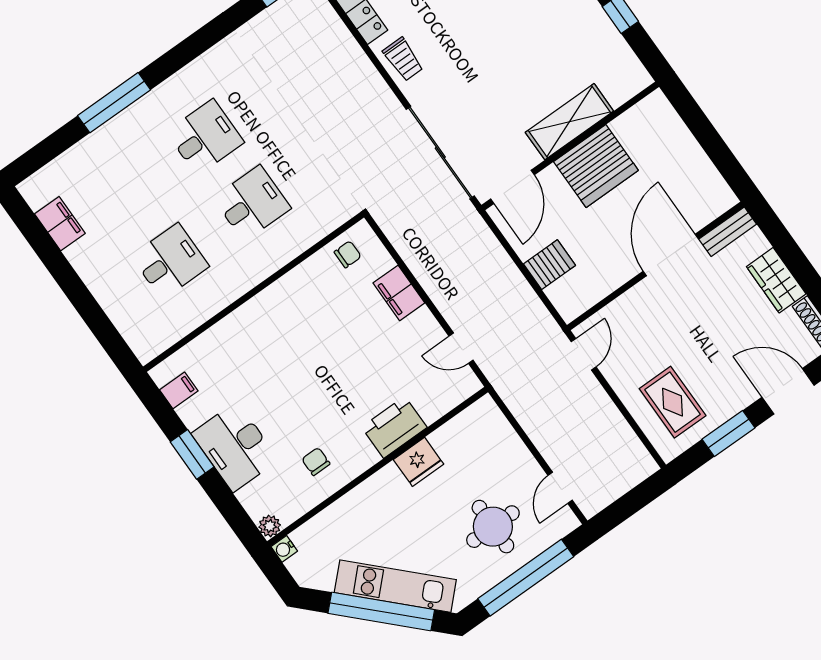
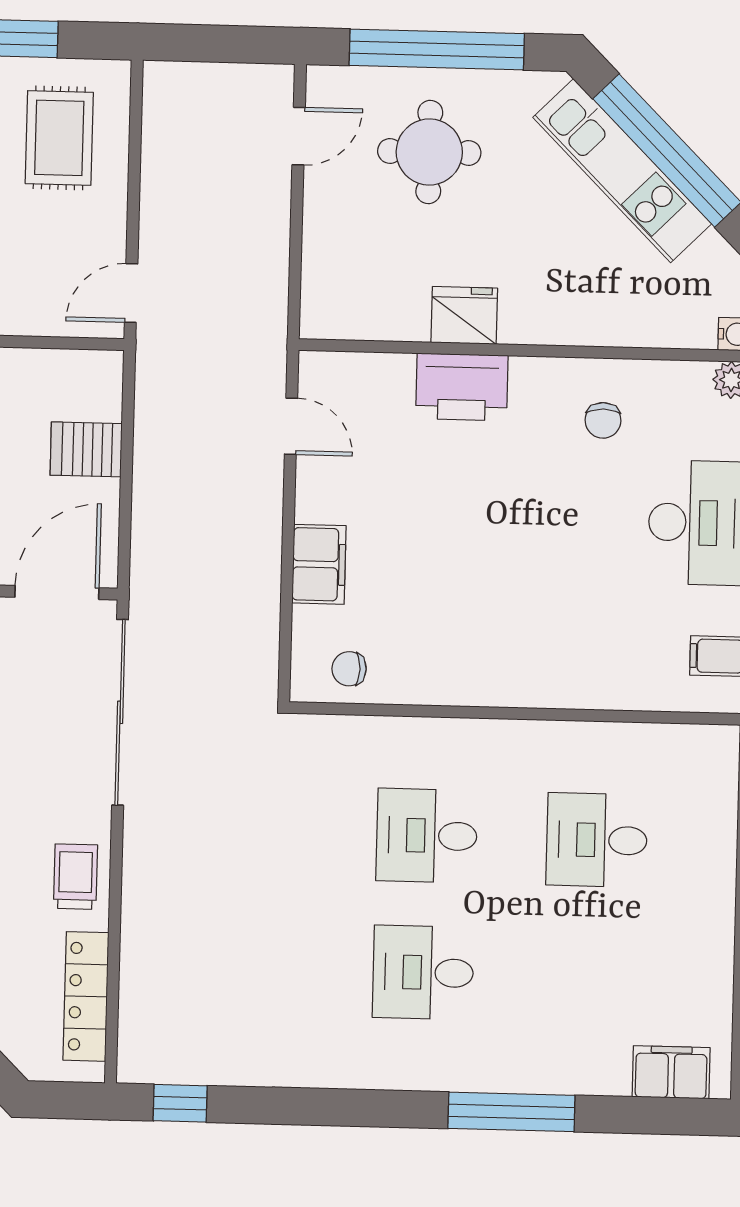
filing cabinet: (60, 224) -> (671, 1072), moved, turned 90

